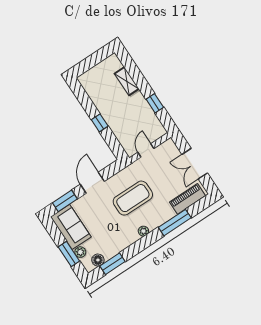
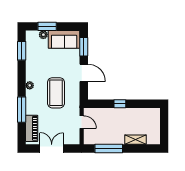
window: (155, 103) -> (109, 148), width x2.17
floor lamp: (98, 260) -> (30, 43), removed

